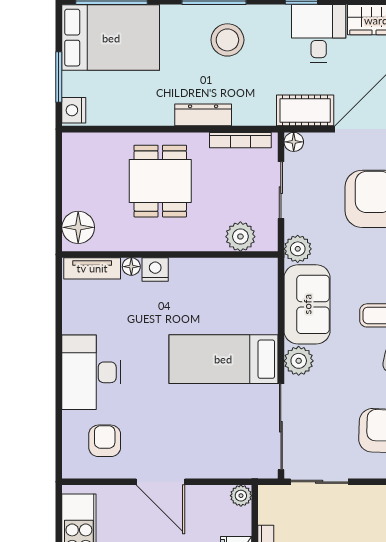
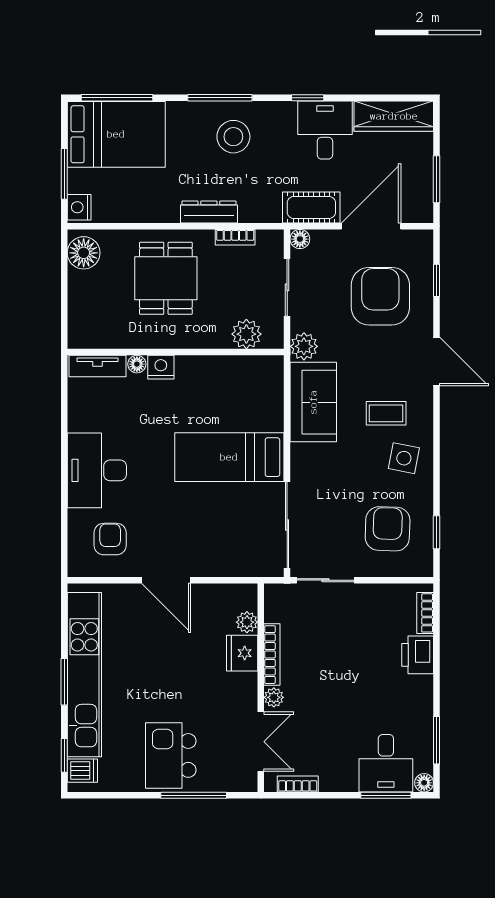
bookcase: (240, 140) -> (235, 237), width x0.64
floor lamp: (78, 227) -> (84, 253), moved
plant: (299, 361) -> (305, 459), removed
plant: (241, 496) -> (247, 622), moved

